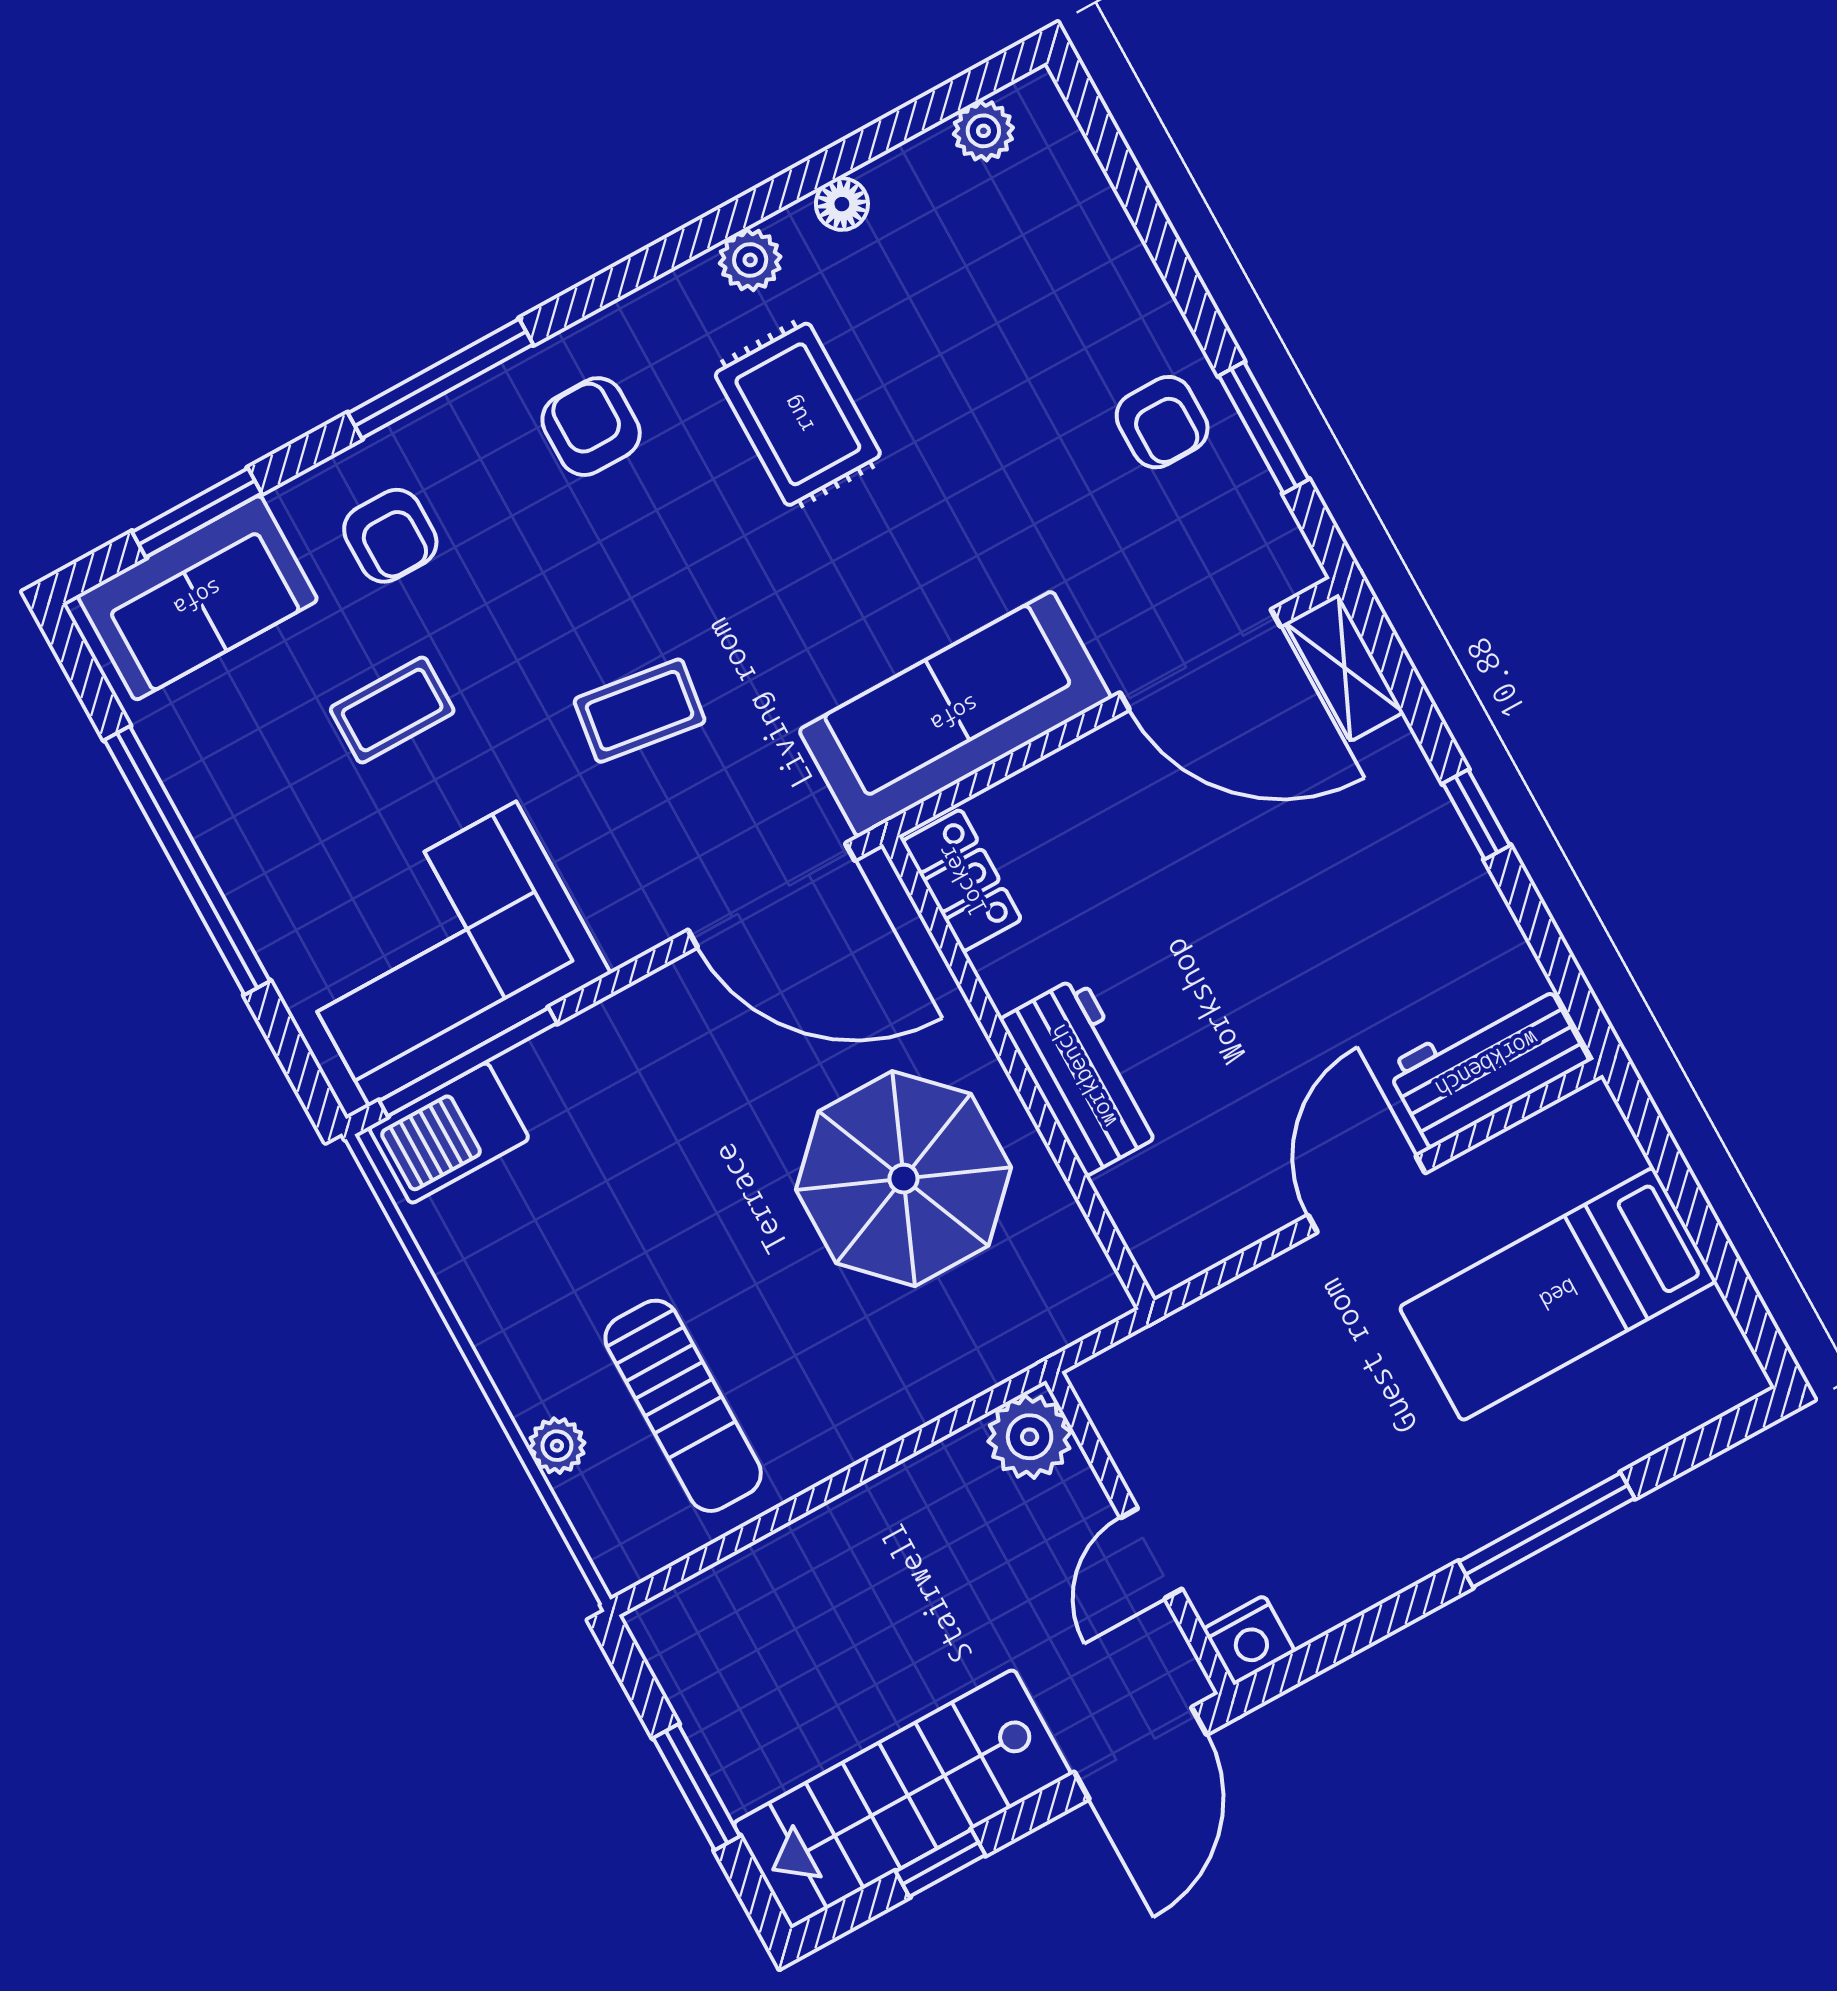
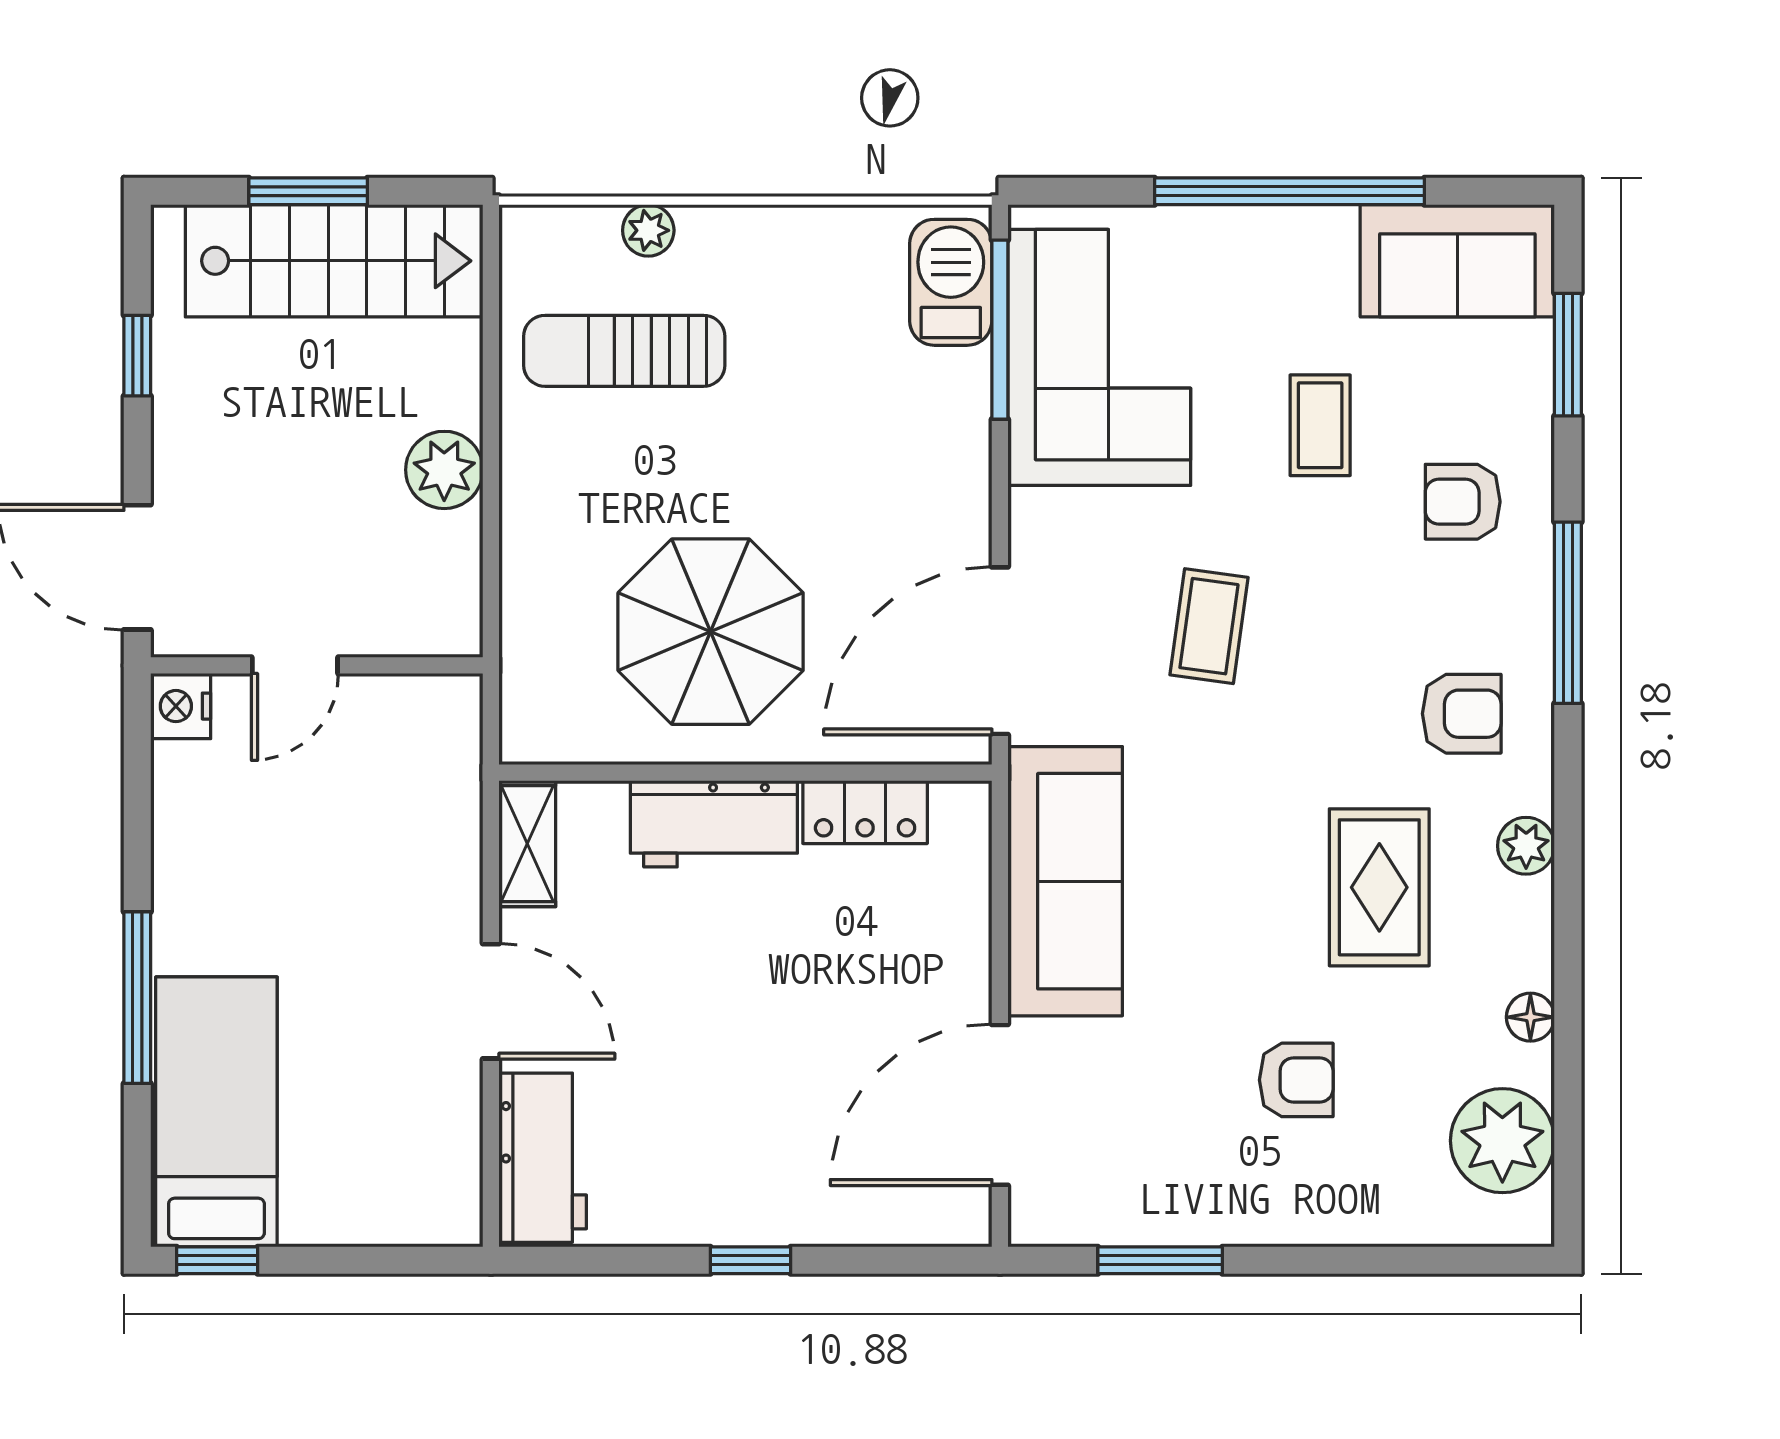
plant: (983, 131) -> (1502, 1141), width x1.87, depth x1.87
plant: (750, 260) -> (1526, 846), moved
rug: (798, 414) -> (1379, 887), turned 90
armchair: (1162, 422) -> (1296, 1080), moved, turned 180
sofa: (198, 598) -> (1457, 261), moved, turned -90
shelving: (1344, 668) -> (527, 844), moved, turned 90
locker: (962, 880) -> (865, 812), moved
bed: (1558, 1294) -> (216, 1112), moved
window: (1753, 1318) -> (217, 1260), added
plant: (1030, 1437) -> (444, 470), moved
door: (1151, 1553) -> (295, 665), swing flipped
stairs: (902, 1799) -> (334, 261), moved, turned 90

